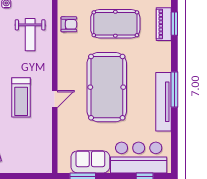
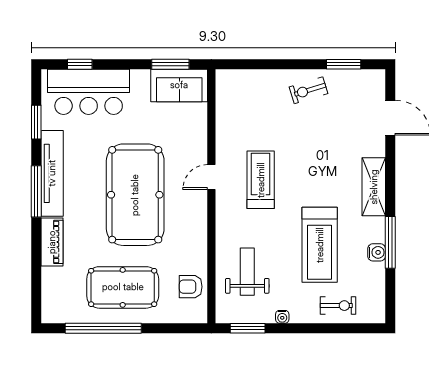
piano: (164, 24) -> (52, 242), moved
window: (174, 24) -> (36, 122), moved
sofa: (90, 162) -> (179, 85), moved

